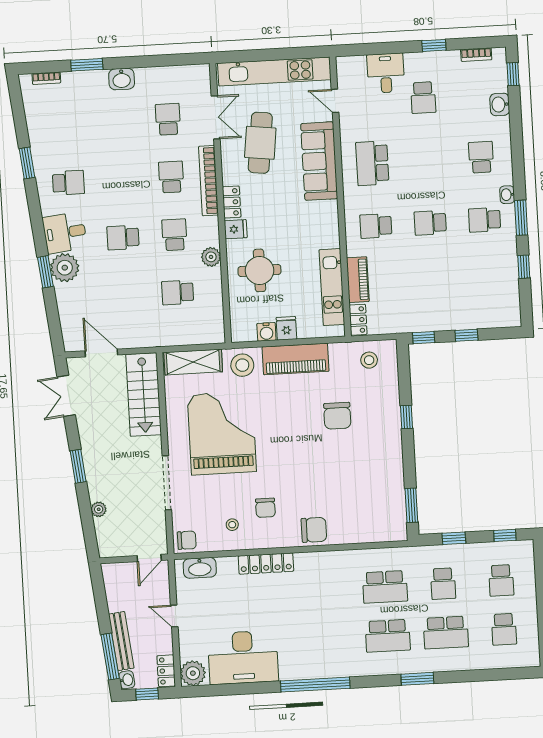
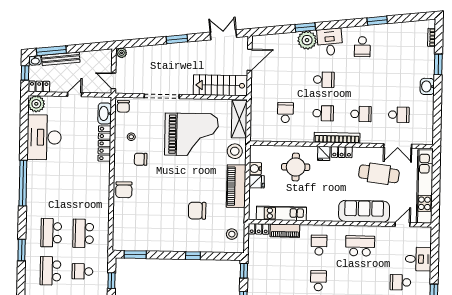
bookcase: (208, 181) -> (337, 138), moved
school desk: (123, 238) -> (324, 80), turned 90
plant: (211, 257) -> (307, 136), removed
plant: (99, 509) -> (122, 53), moved
locker: (266, 564) -> (104, 143), moved

